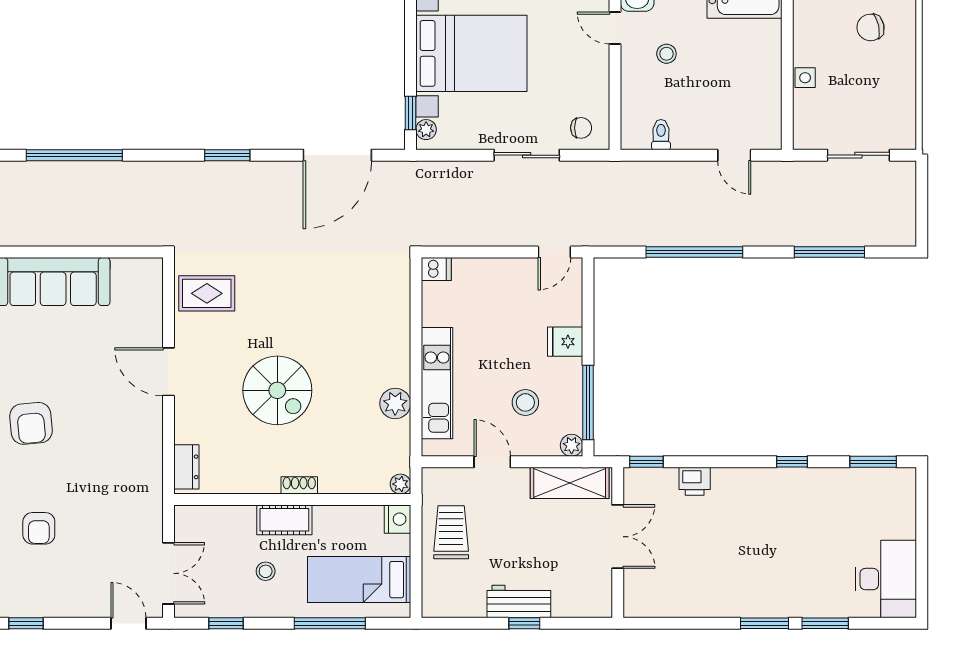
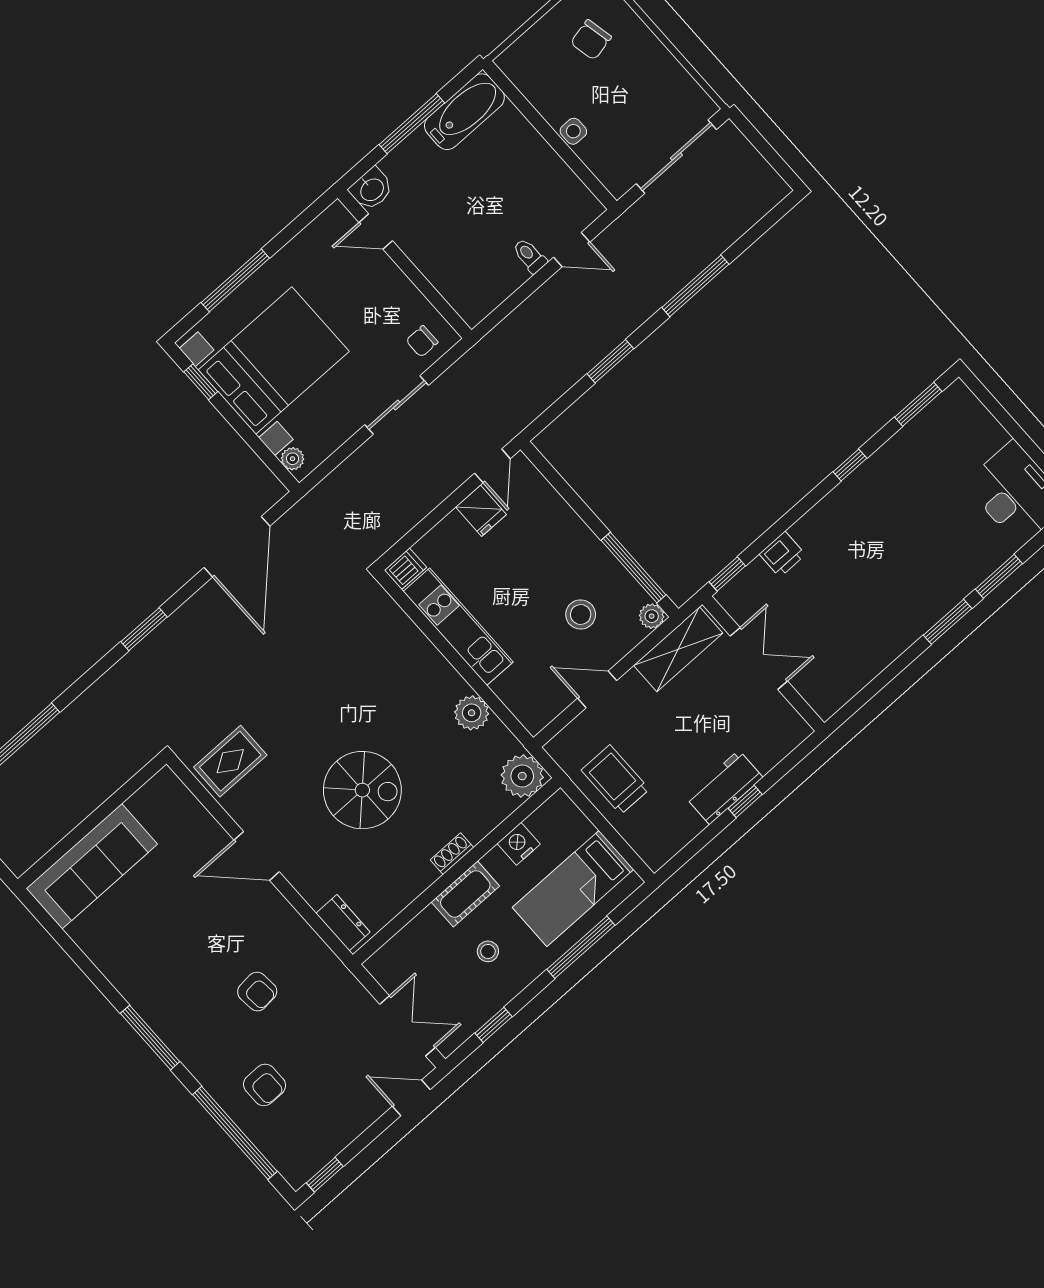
stool: (666, 54) -> (439, 215), removed
window: (411, 113) -> (201, 382), moved
chair: (581, 128) -> (422, 341), turned 180
toilet: (661, 135) -> (530, 256), moved
sliding door: (858, 155) -> (676, 157), width x1.37
window: (694, 252) -> (610, 361), width x0.47
window: (829, 252) -> (695, 286), moved
fridge: (565, 342) -> (481, 511), moved, turned -90
kitchen unit: (437, 383) -> (458, 627), moved
armchair: (31, 423) -> (257, 992), moved, width x0.72, depth x0.72
plant: (400, 484) -> (522, 776), width x1.88, depth x1.88
nightstand: (397, 519) -> (519, 844), moved, turned -90

